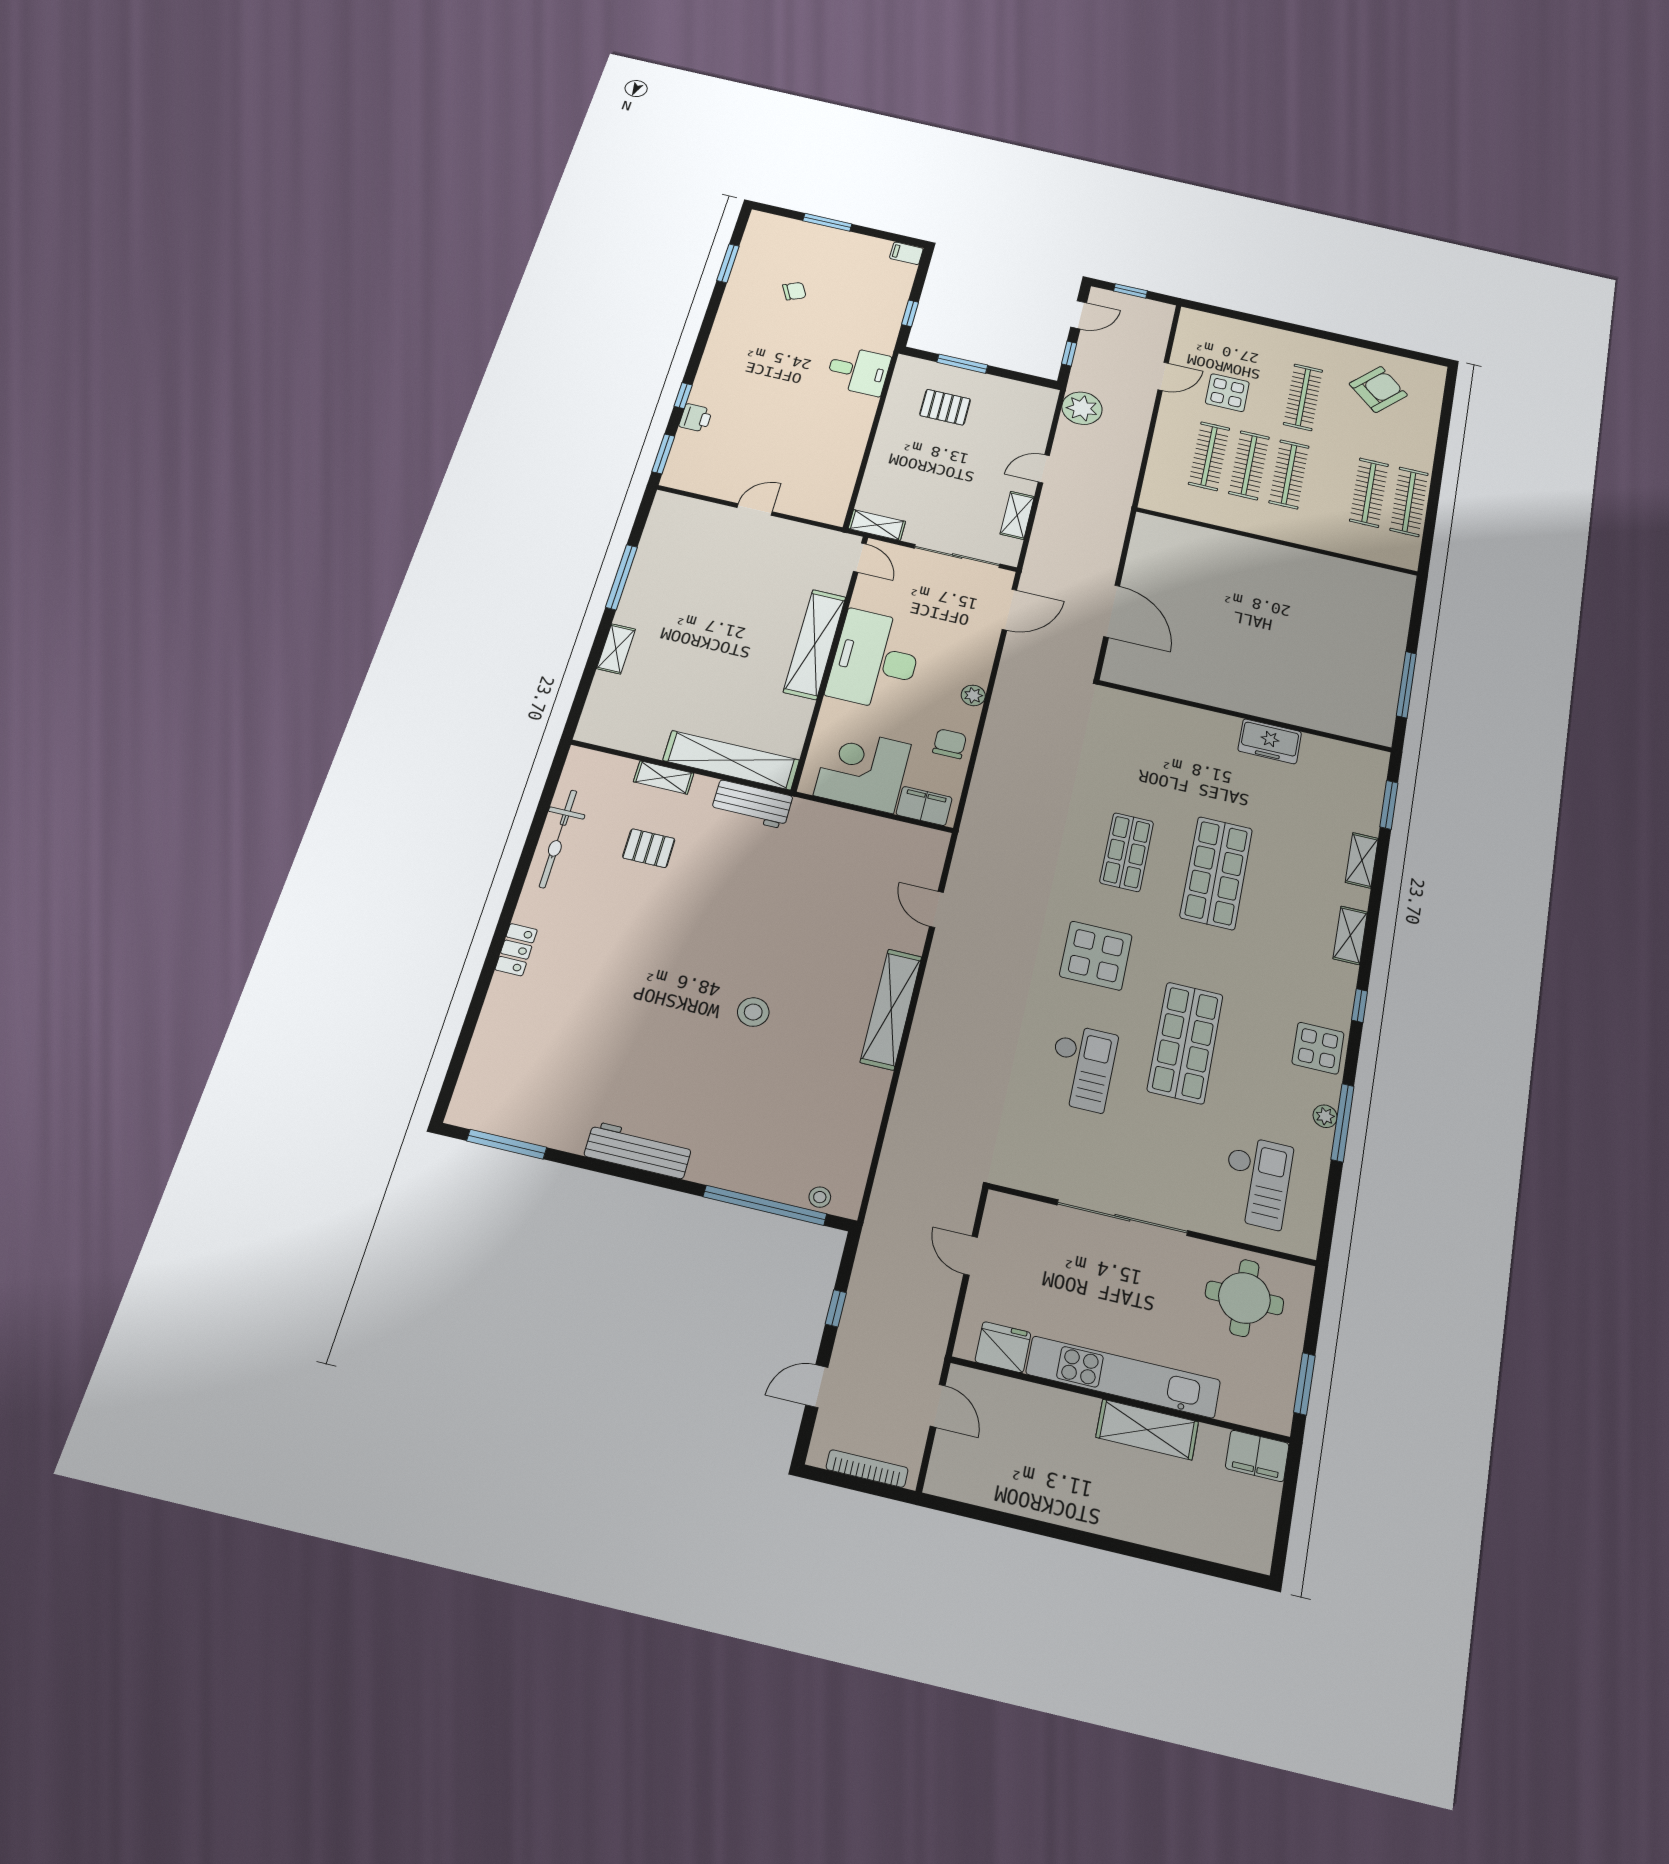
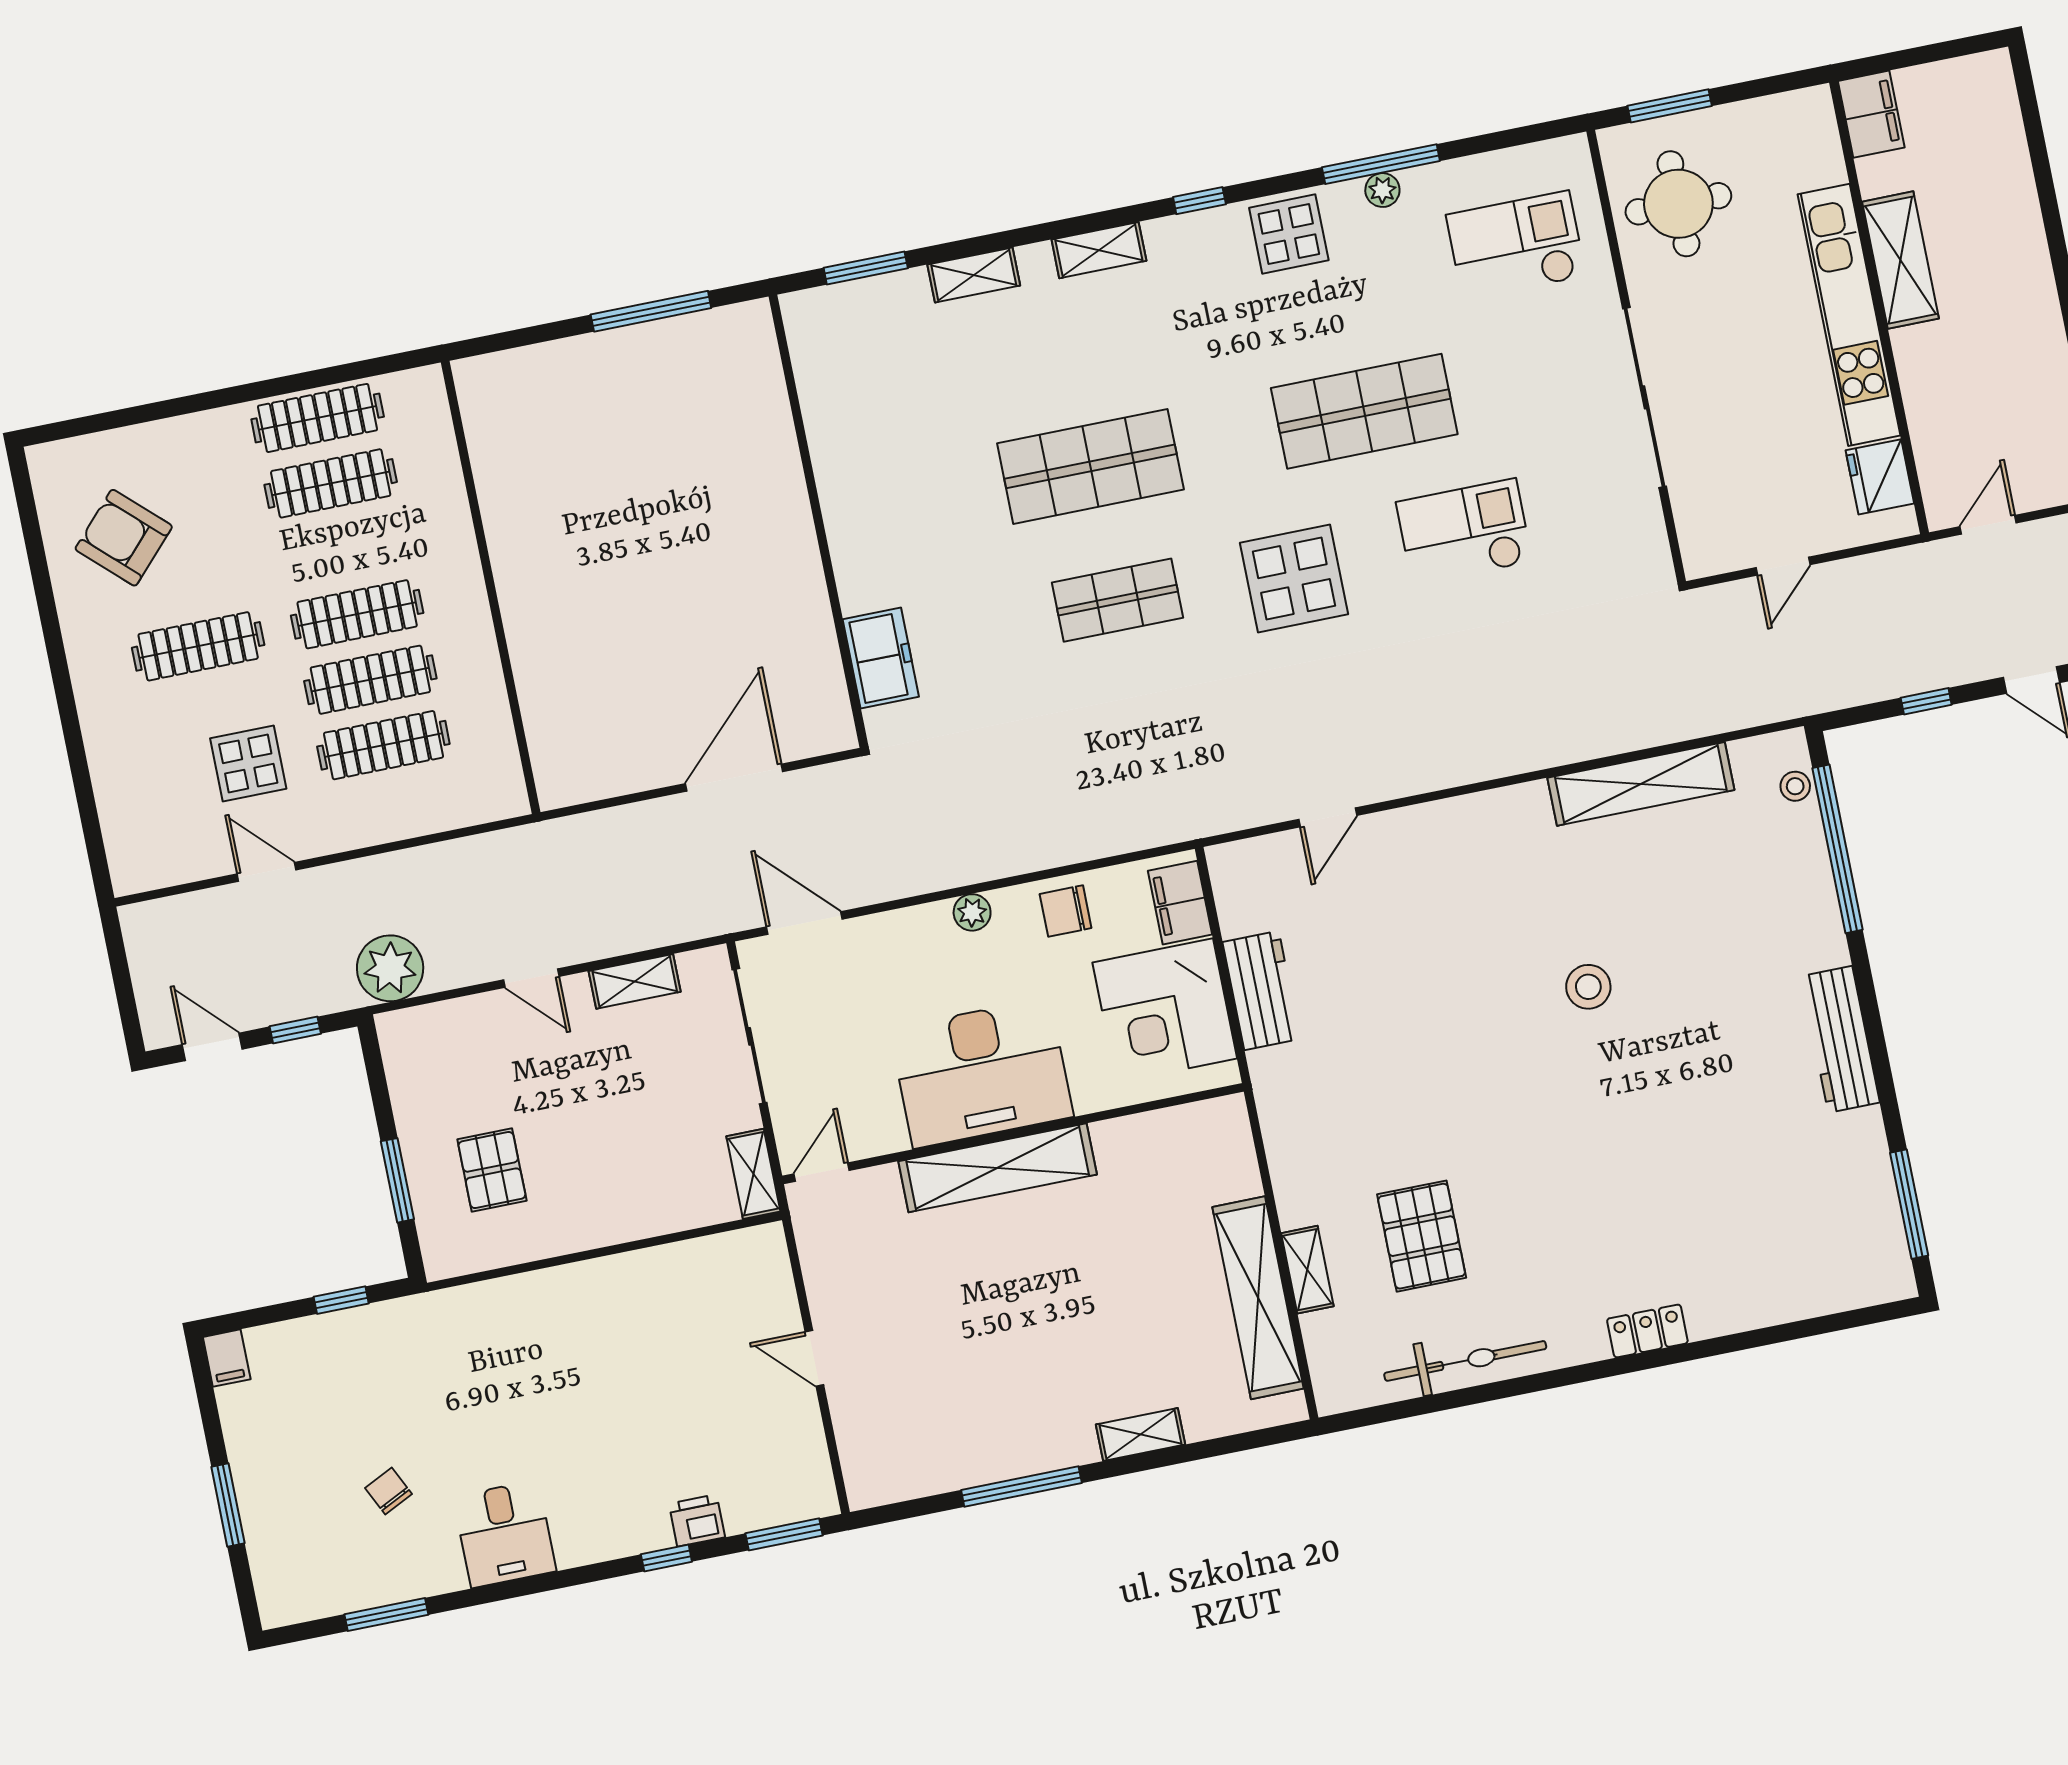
window: (1130, 291) -> (124, 987), removed
desk: (858, 371) -> (505, 1534), moved, turned 180
freezer: (1270, 741) -> (881, 658), moved
shelving: (731, 760) -> (1258, 1298), moved
workbench: (752, 804) -> (1261, 990), moved
pallet: (649, 848) -> (1422, 1236), width x1.50, depth x1.42
shelving: (891, 1009) -> (1641, 784), moved
window: (1305, 1384) -> (1670, 106), moved

